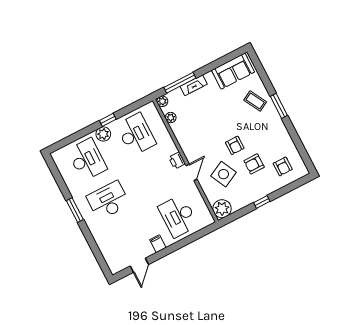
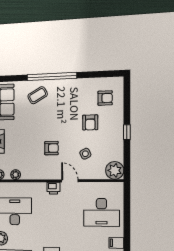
window: (279, 106) -> (52, 76), width x2.11
armchair: (235, 145) -> (51, 148), moved
side table: (224, 174) -> (85, 154), width x0.54, depth x0.54

